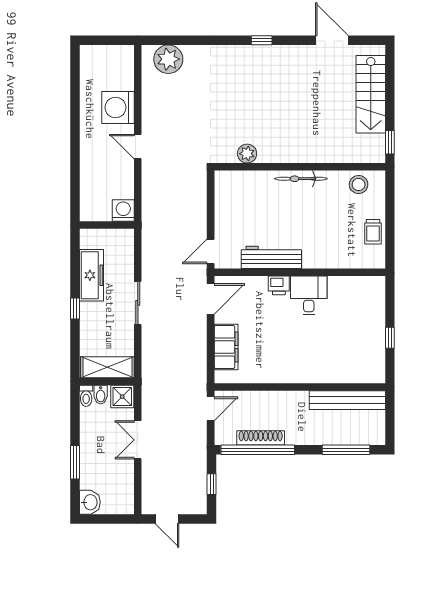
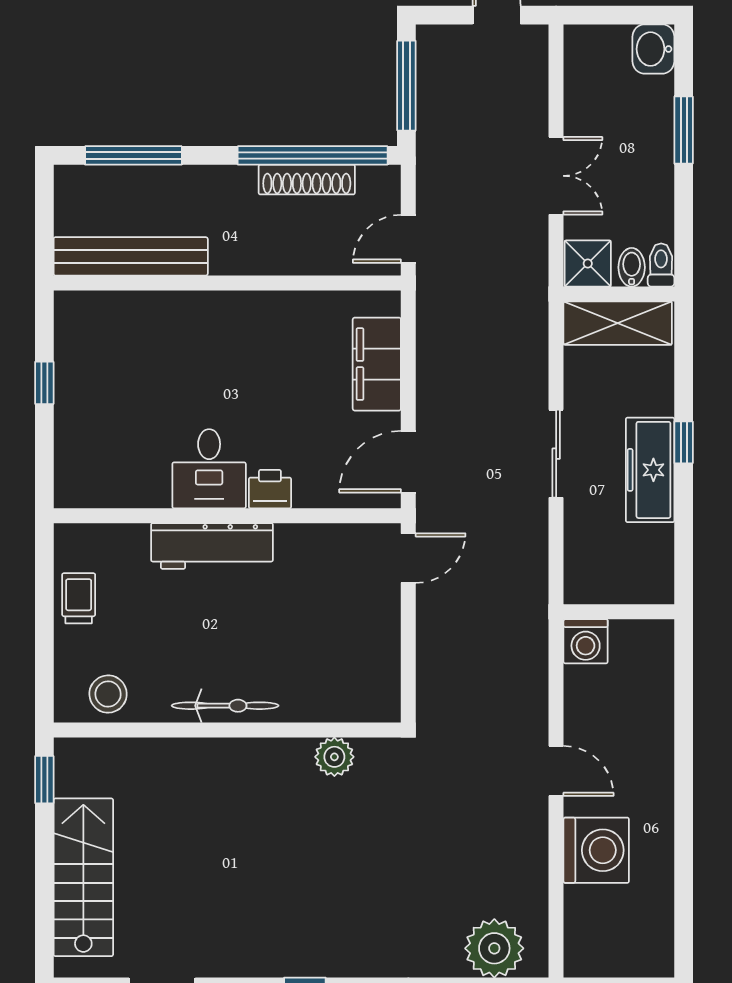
workbench: (271, 257) -> (212, 546), moved
freezer: (92, 275) -> (650, 470), moved
window: (212, 484) -> (406, 86), width x2.17

